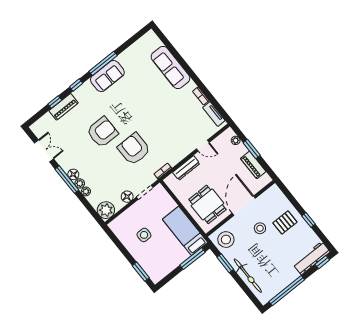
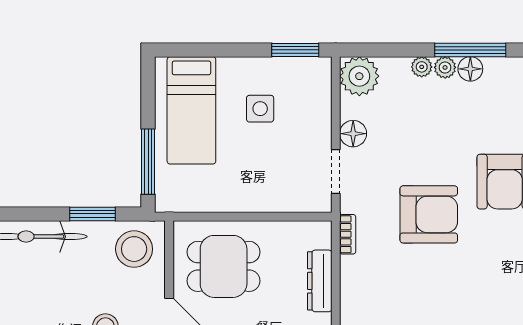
bed: (185, 231) -> (191, 110), moved, turned 90
window: (141, 272) -> (295, 50), moved

